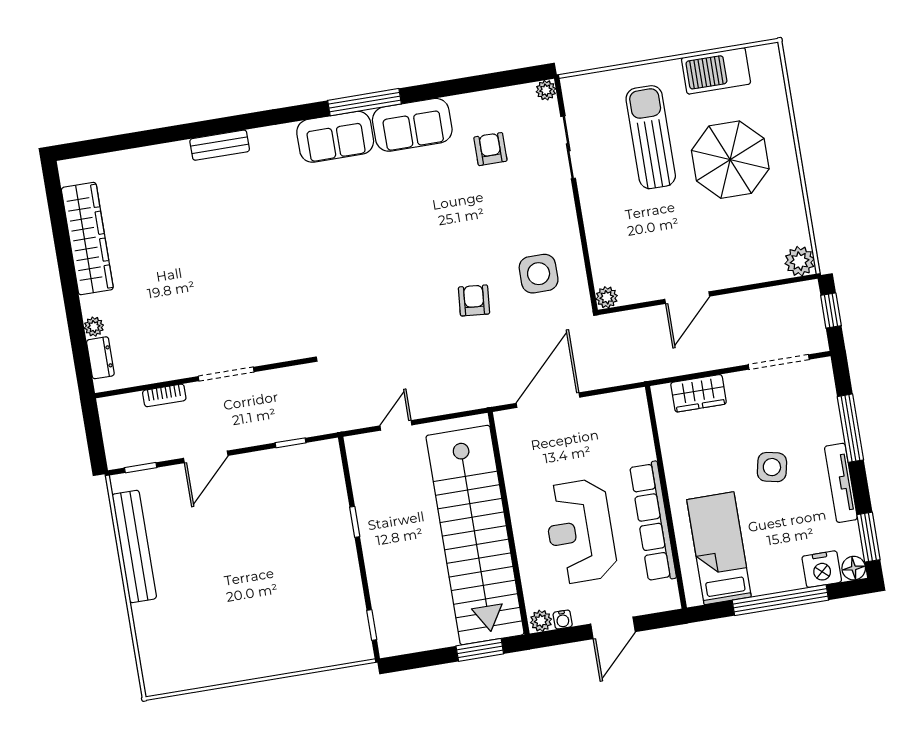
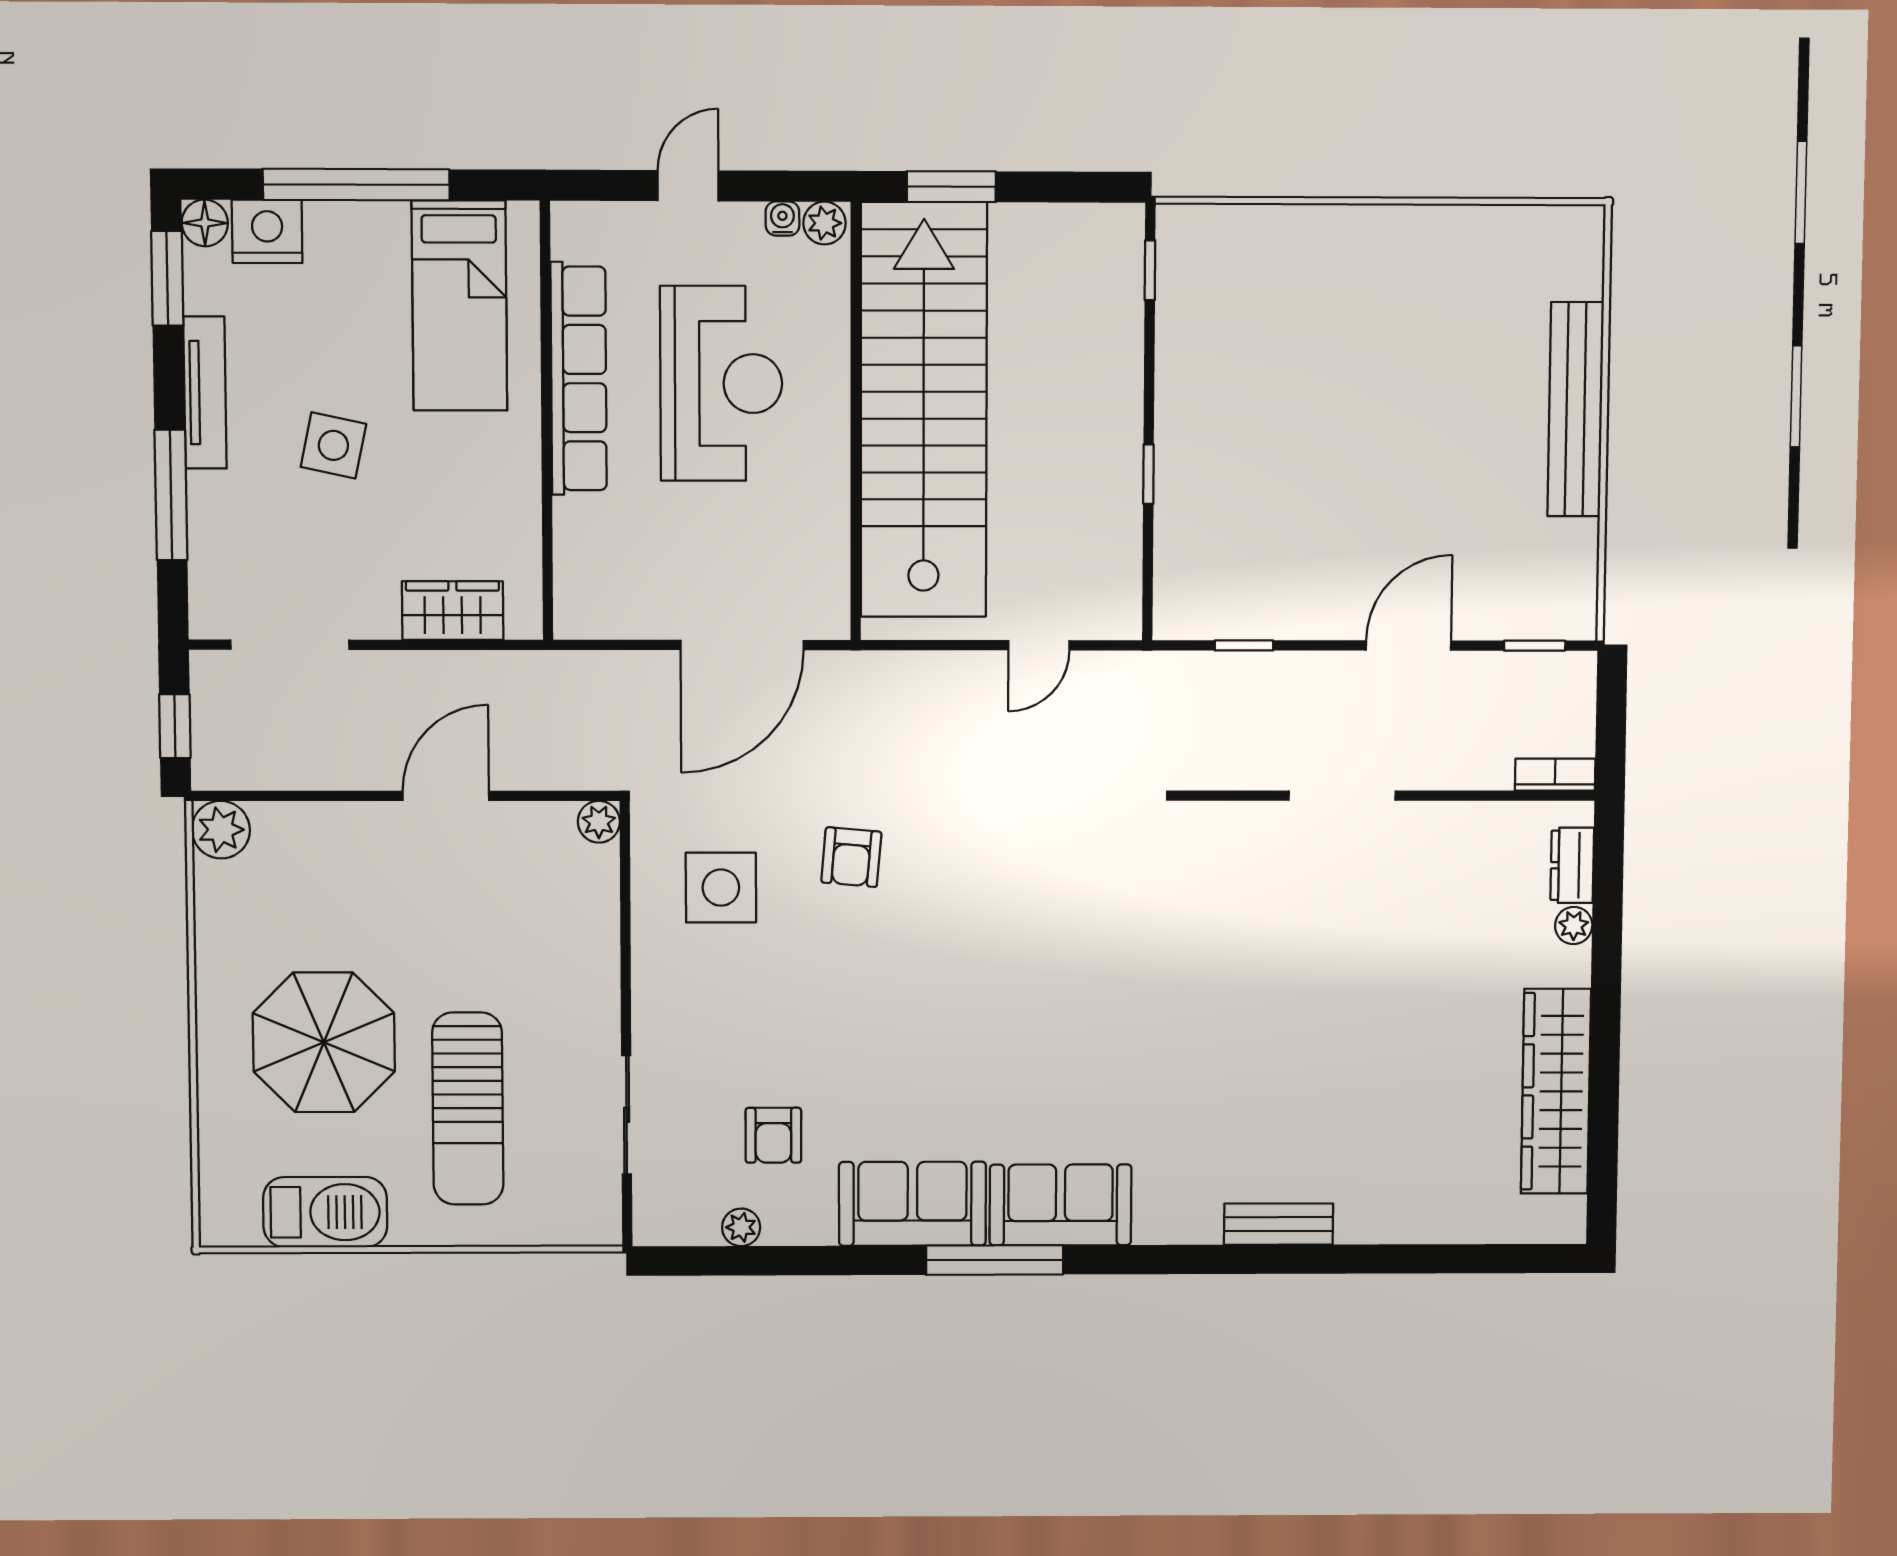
plant: (546, 90) -> (741, 1227), moved
bookcase: (164, 395) -> (1555, 775), moved
bench: (134, 546) -> (1576, 409), moved
door: (613, 628) -> (688, 186), width x0.73

